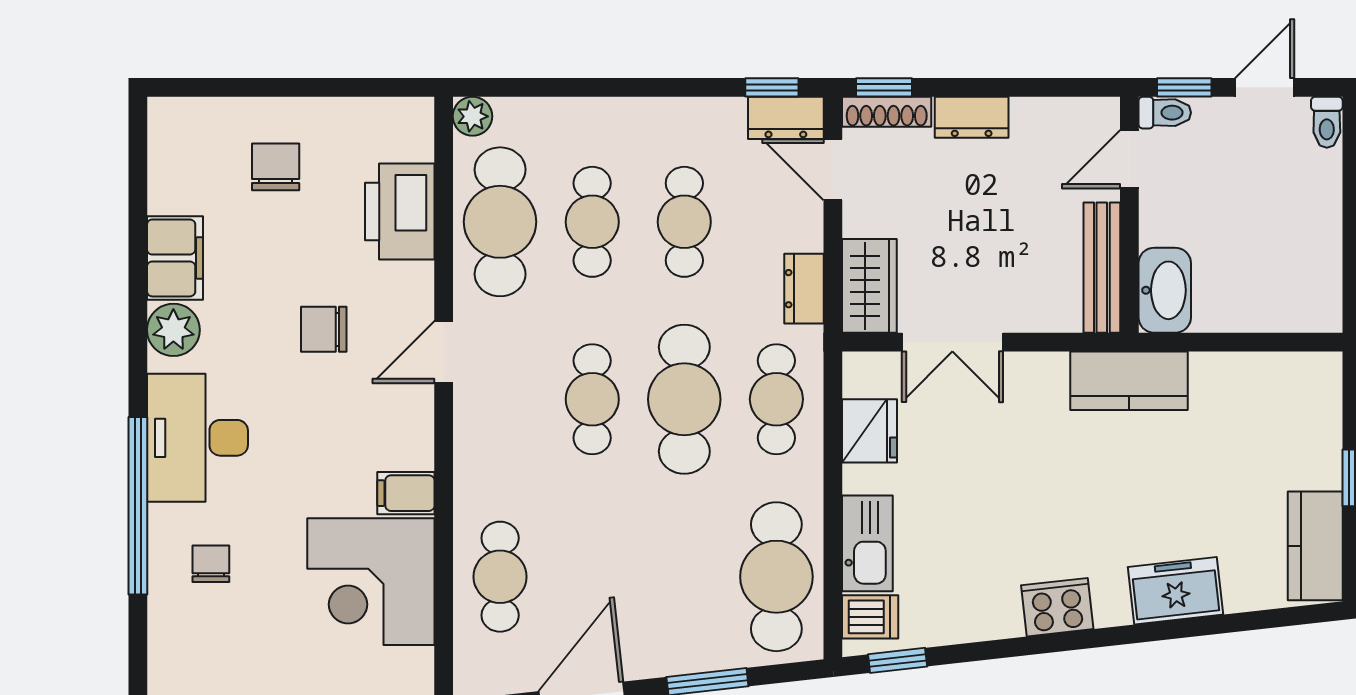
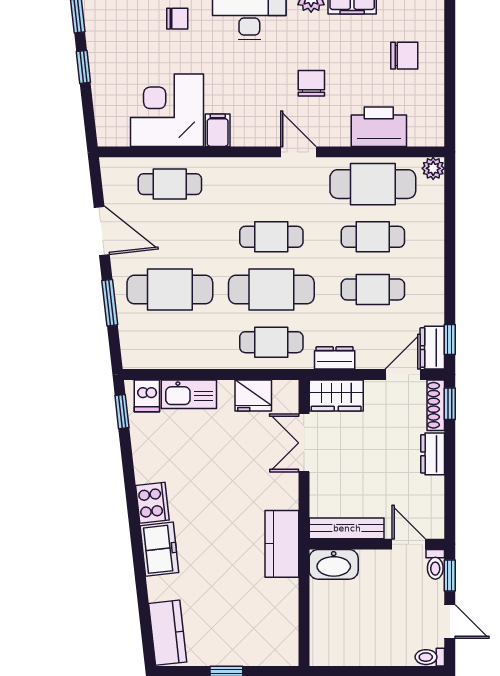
kitchen counter: (1315, 546) -> (168, 633), moved, turned 84
cafe table: (776, 577) -> (170, 289), moved
freezer: (1176, 591) -> (159, 549), moved

